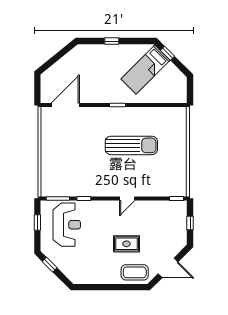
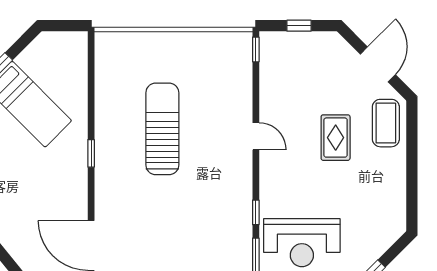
reception desk: (67, 225) -> (302, 243), turned 180

